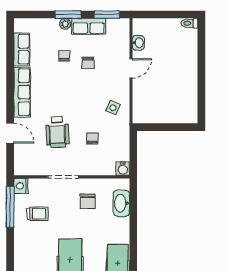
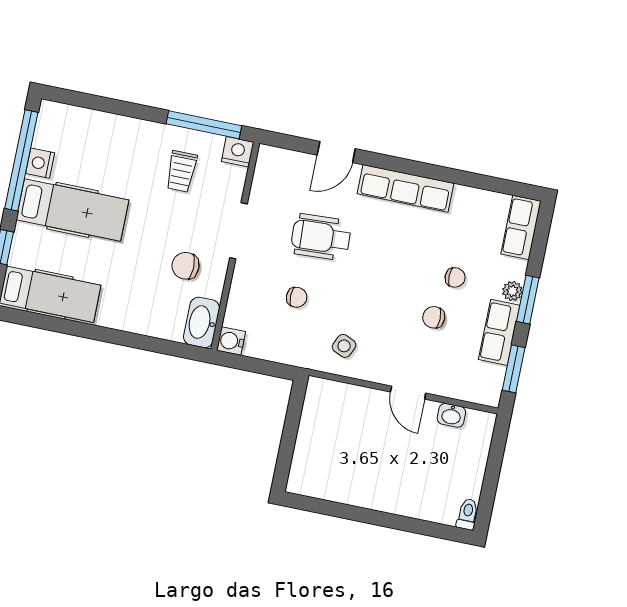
row of seats: (22, 49) -> (521, 228), moved, turned 90
washbasin: (121, 203) -> (202, 322), moved, turned -90

